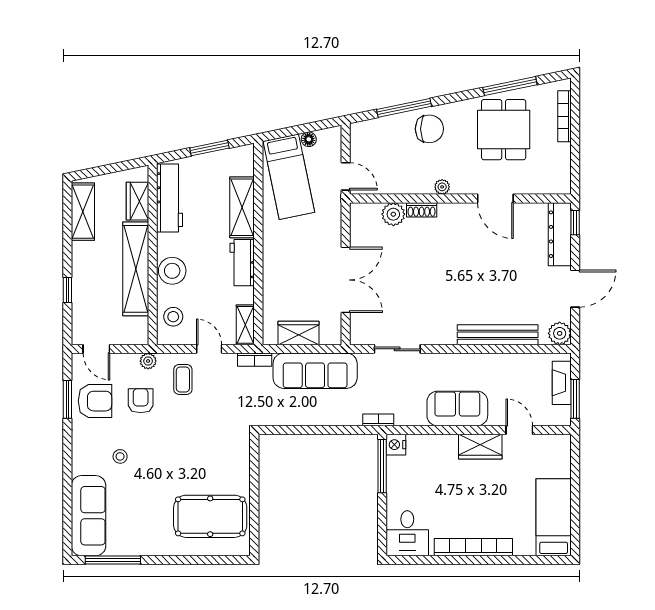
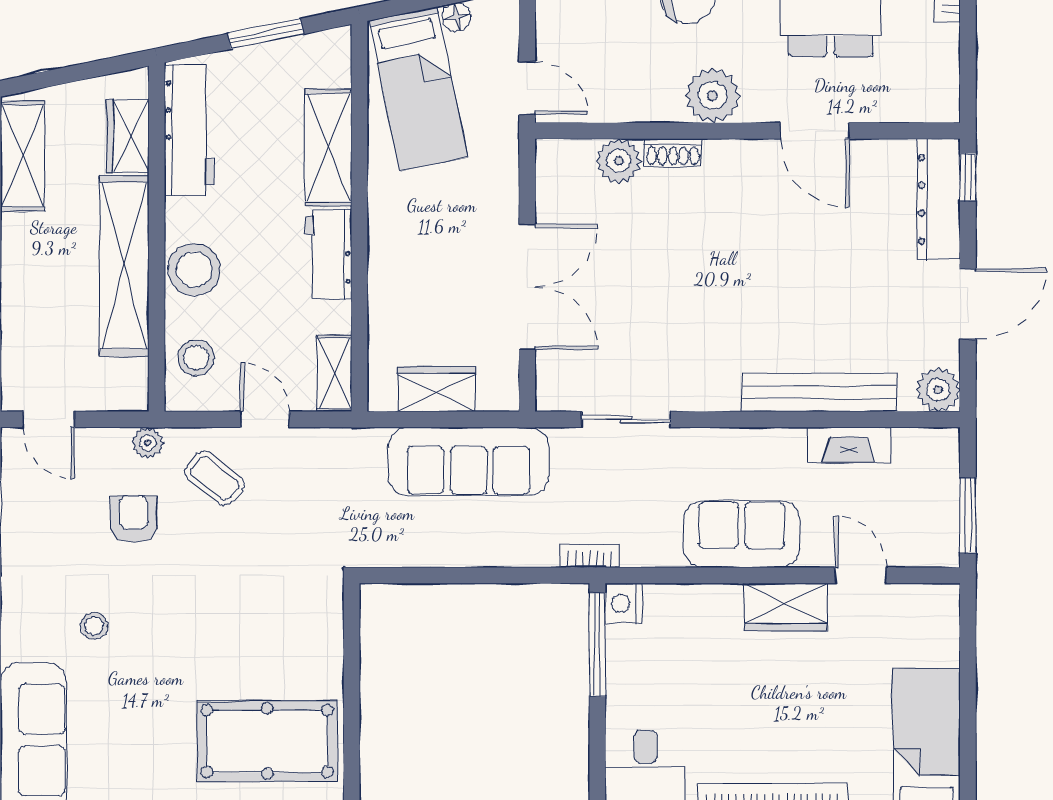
plant: (442, 187) -> (712, 96), width x1.87, depth x1.87
bookcase: (255, 360) -> (352, 440), removed
coffee table: (183, 379) -> (215, 478), turned -52
fireplace: (562, 383) -> (849, 445), moved, turned -90
armchair: (95, 401) -> (46, 520), removed

